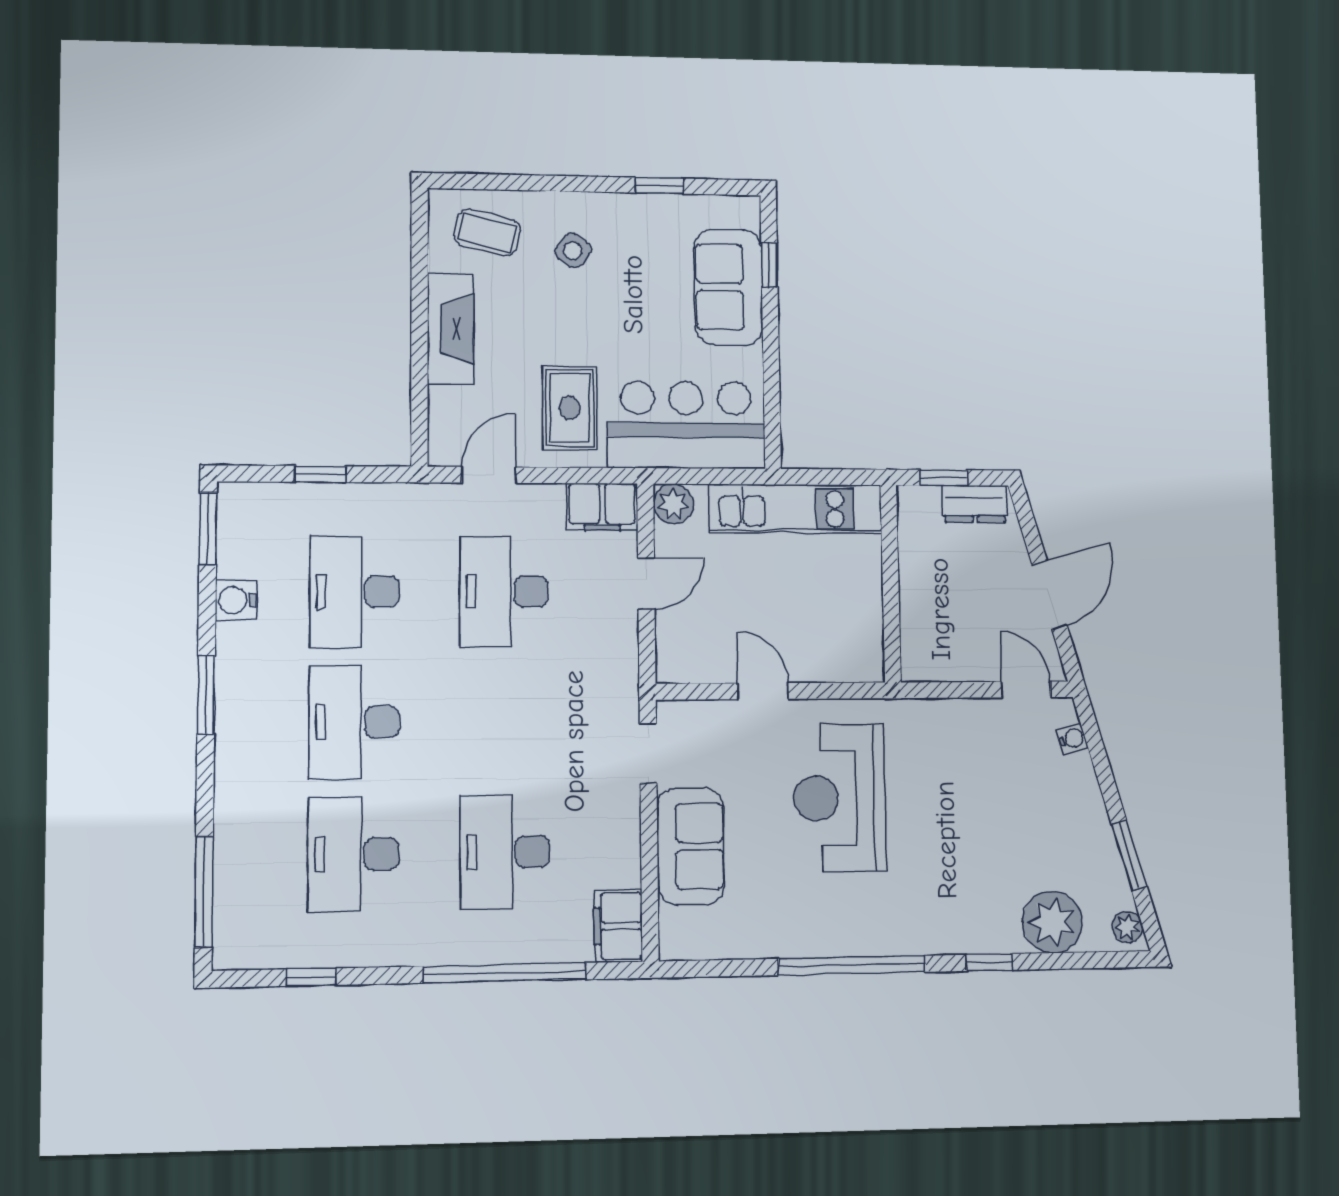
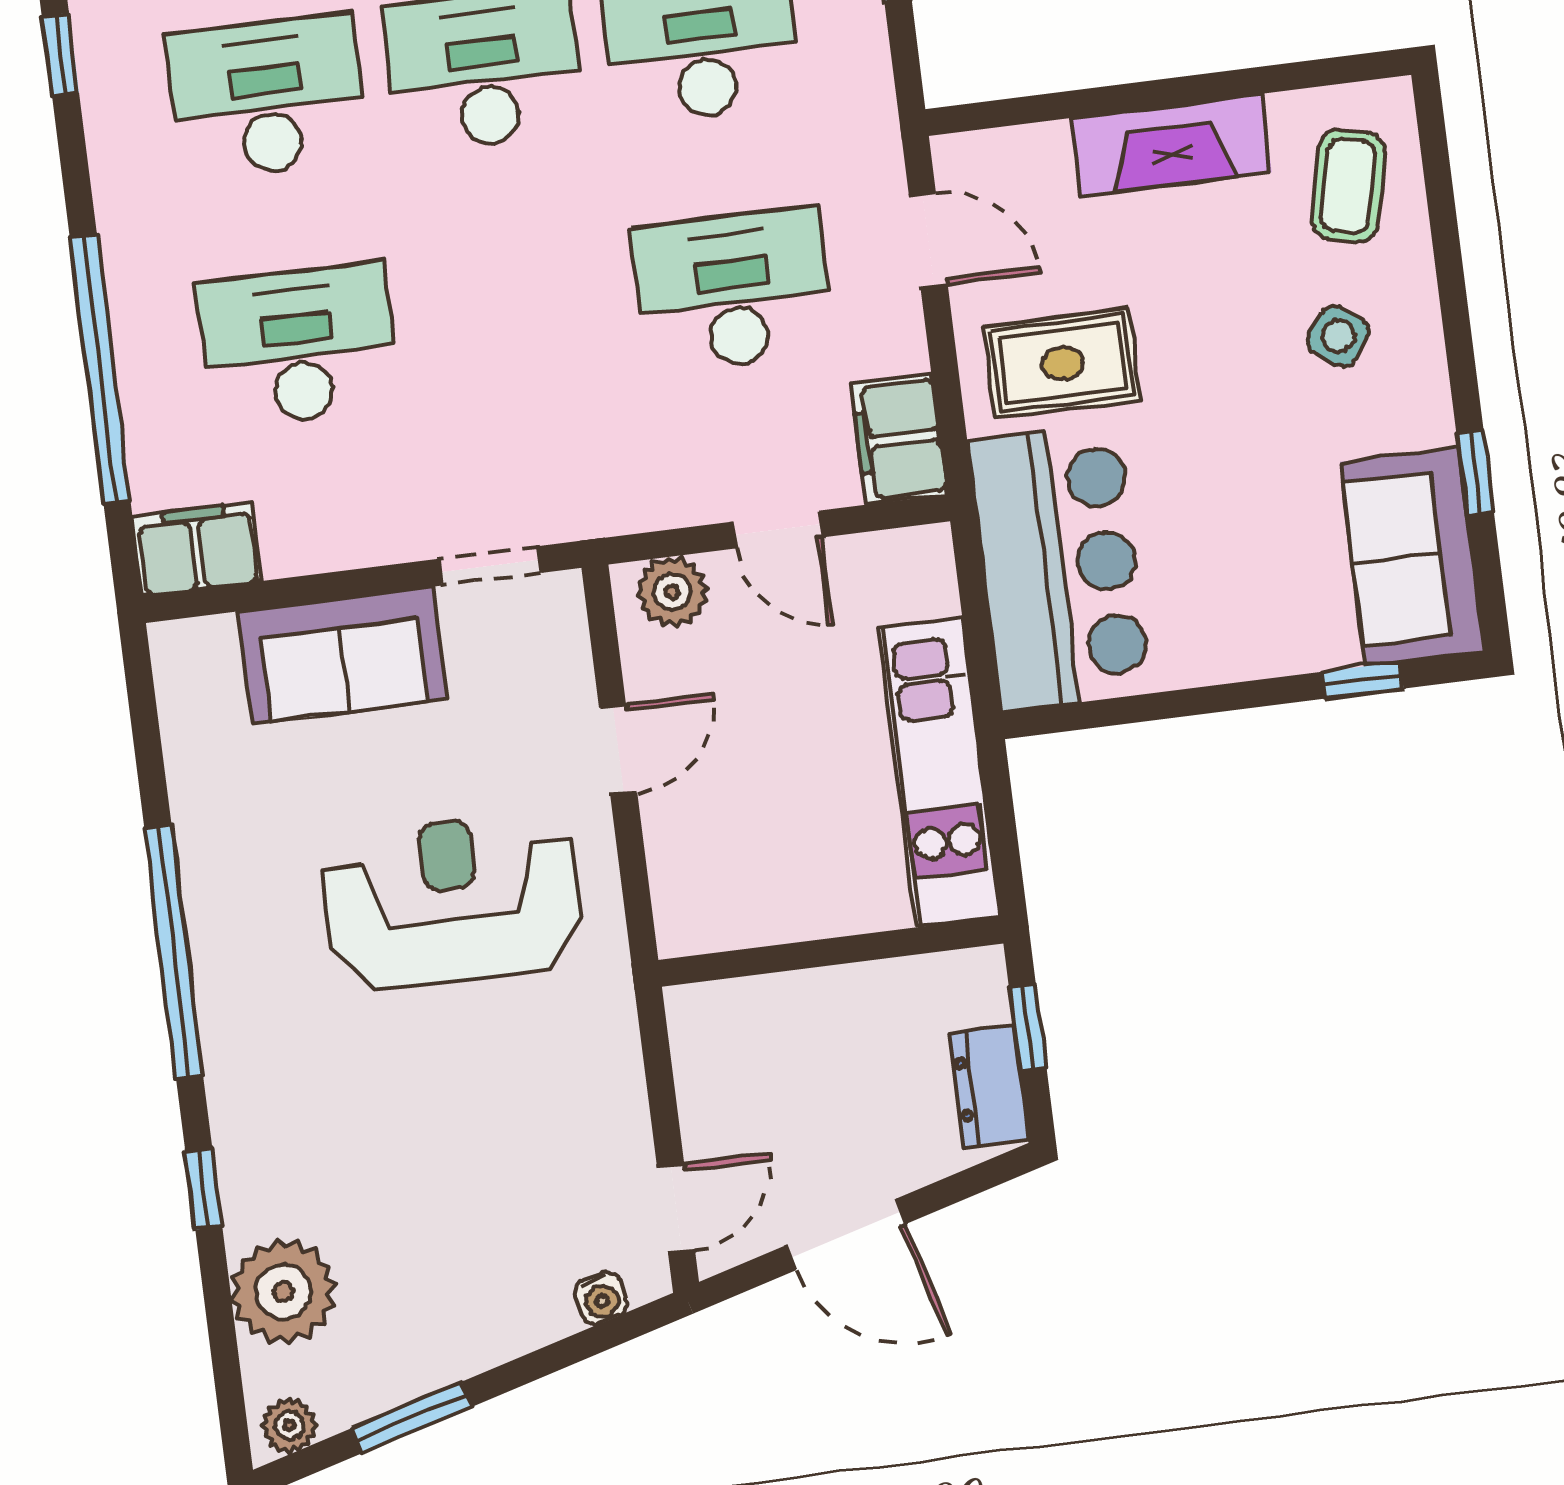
sofa: (728, 287) -> (1412, 557), moved, turned -90
plant: (673, 504) -> (672, 592), moved

